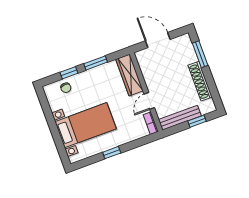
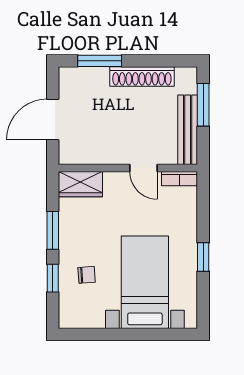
wardrobe: (129, 75) -> (80, 184), width x0.67
chair: (66, 88) -> (87, 275), moved
window: (197, 121) -> (203, 105), width x1.50

